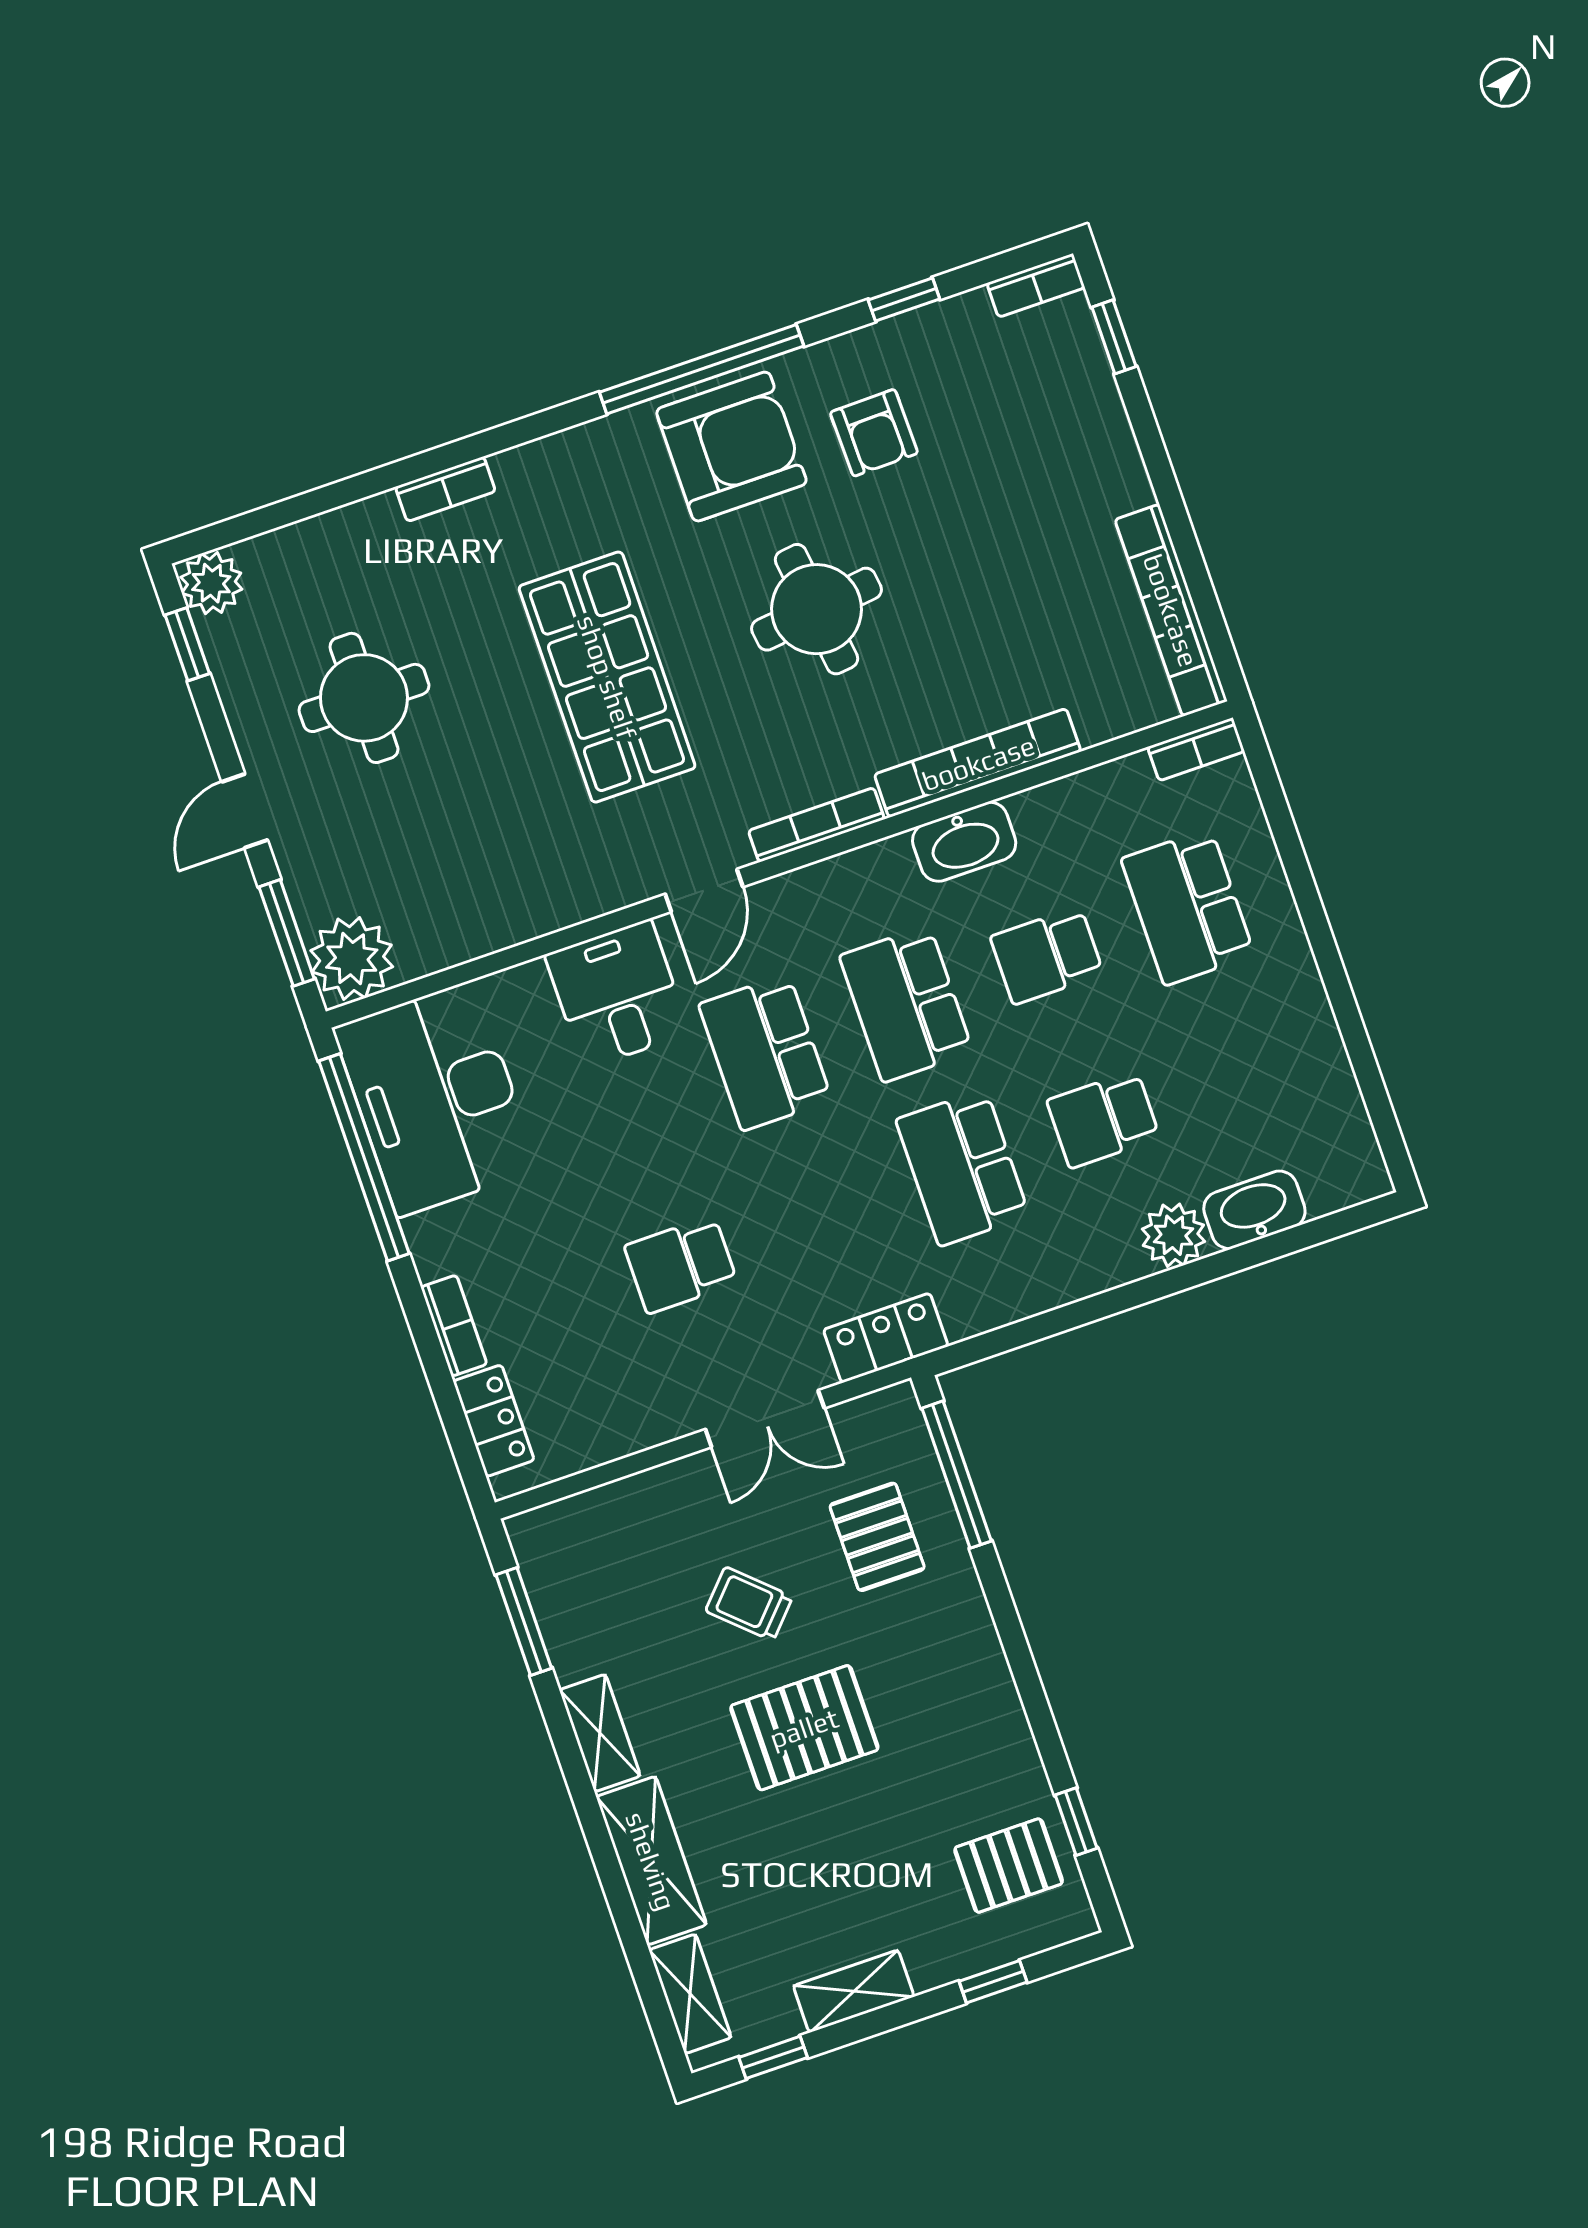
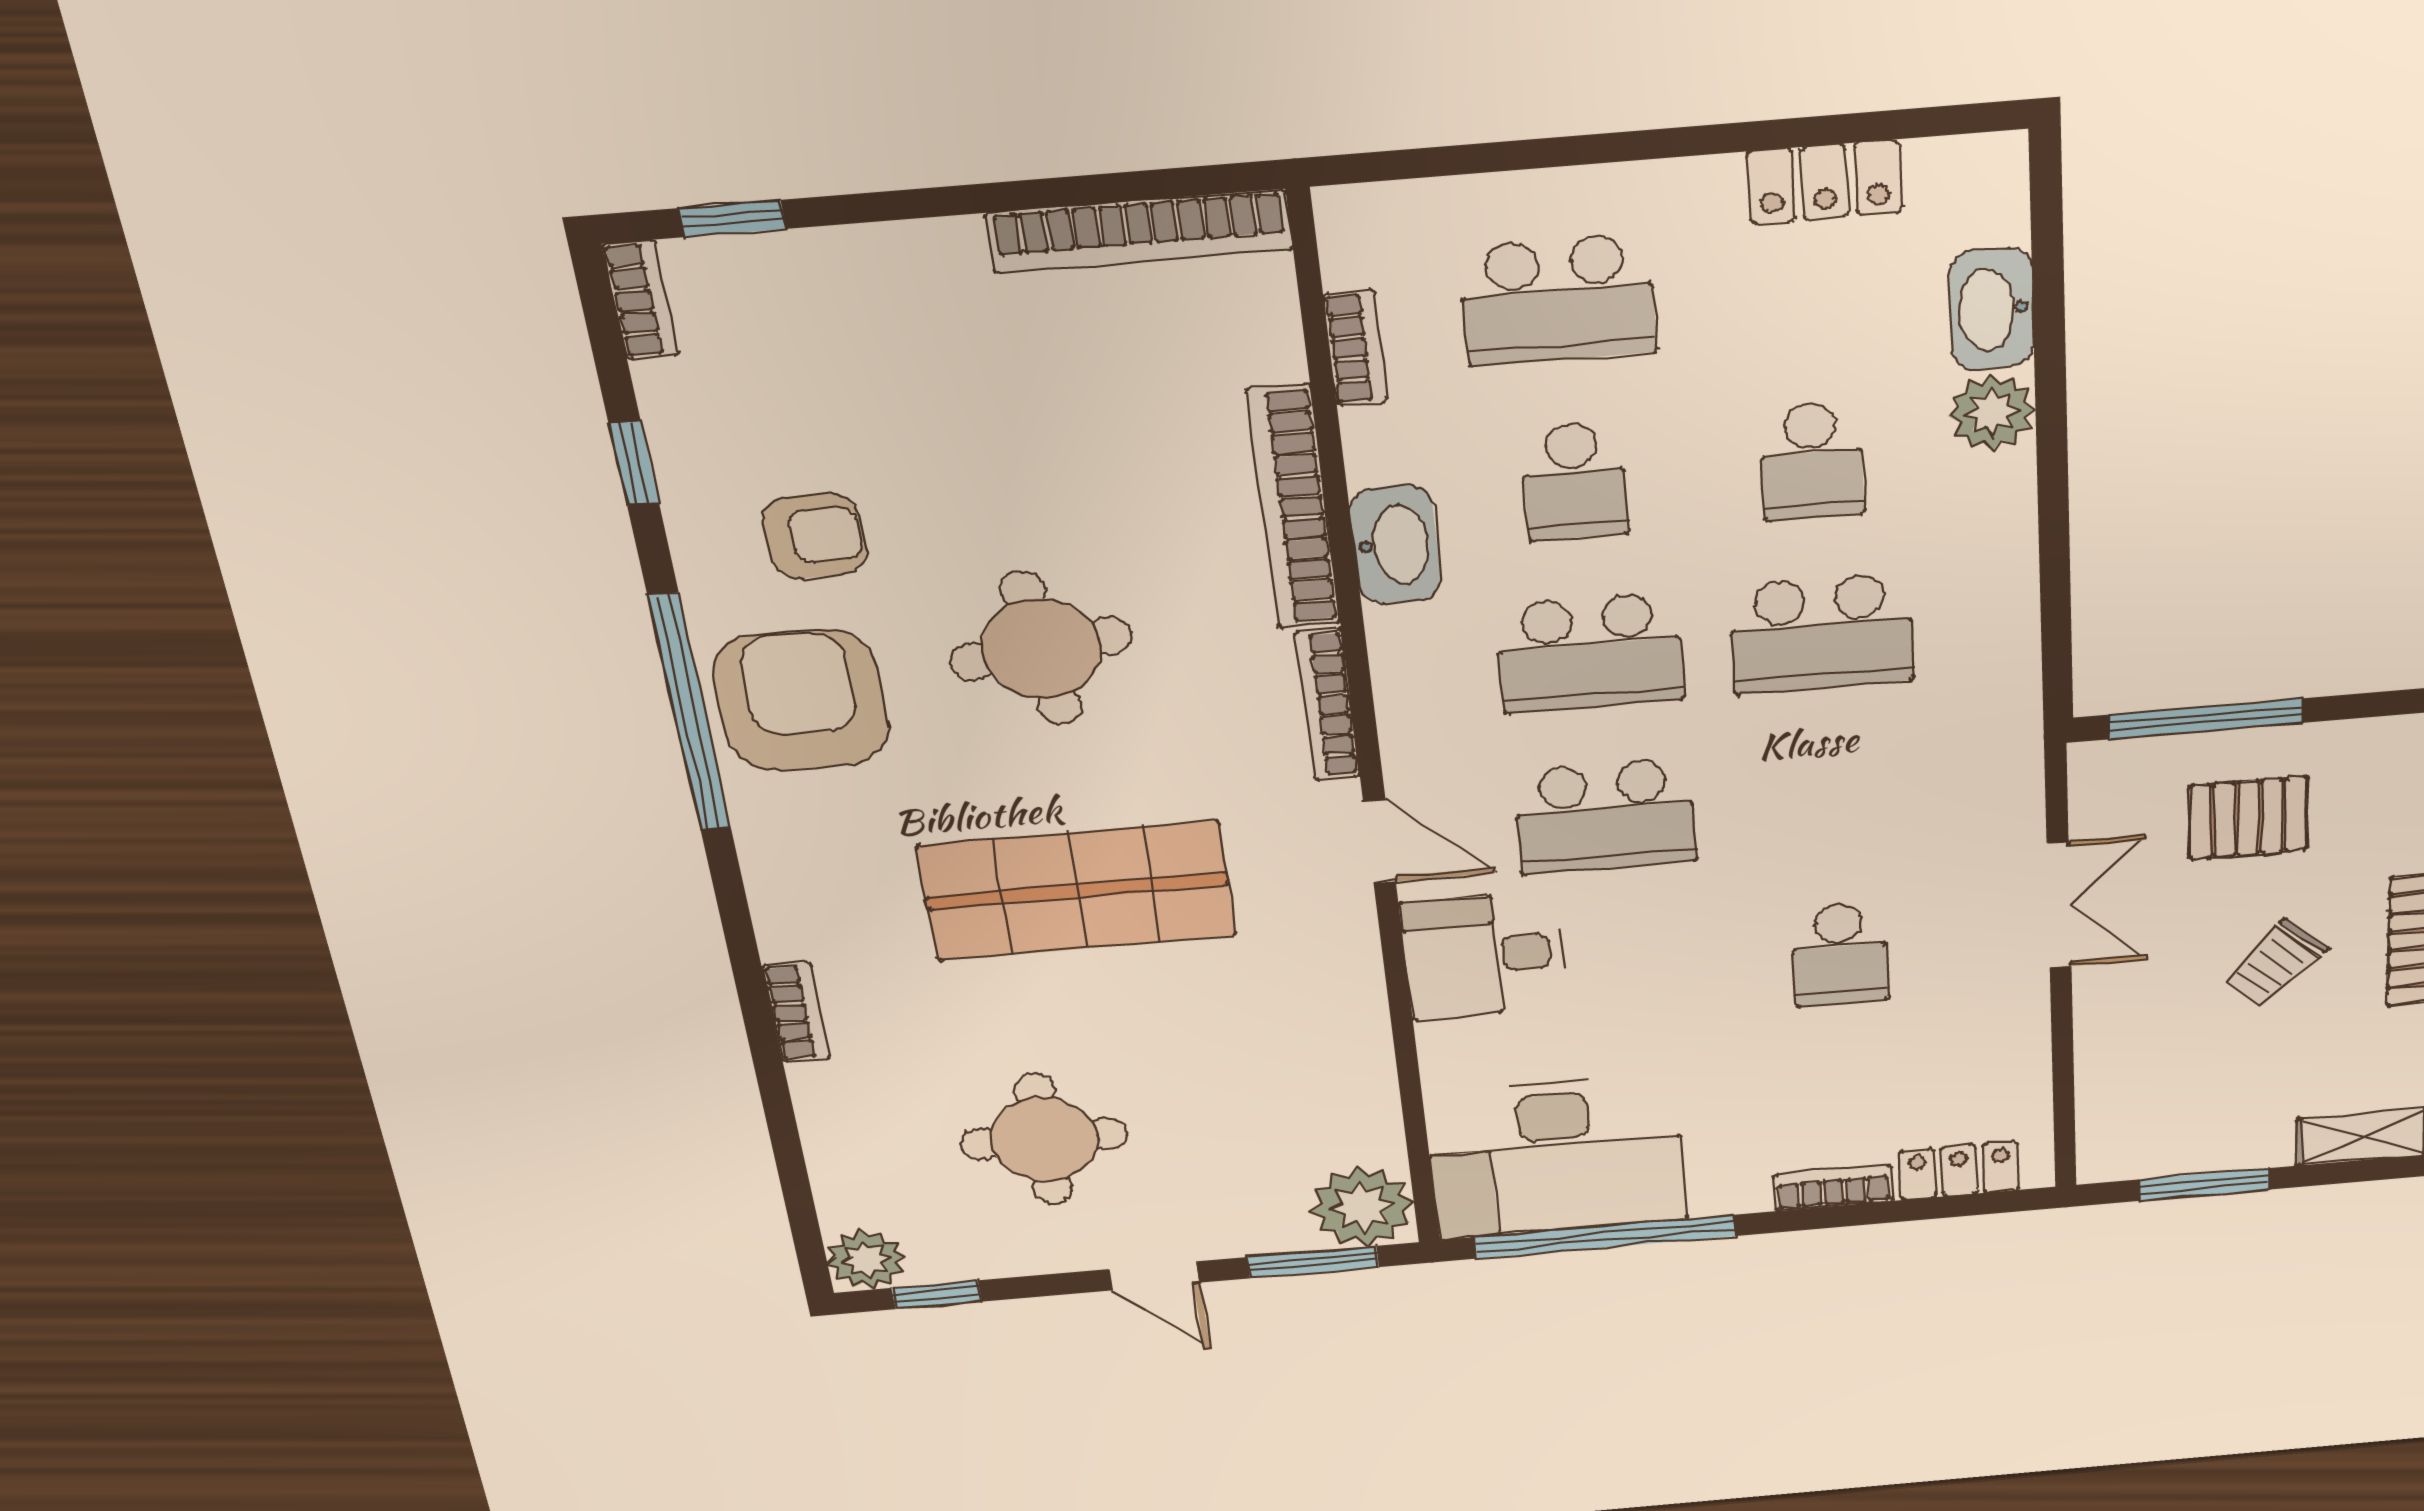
bookcase: (1196, 749) -> (1355, 348), moved
locker: (886, 1338) -> (1824, 182), moved, turned -90

